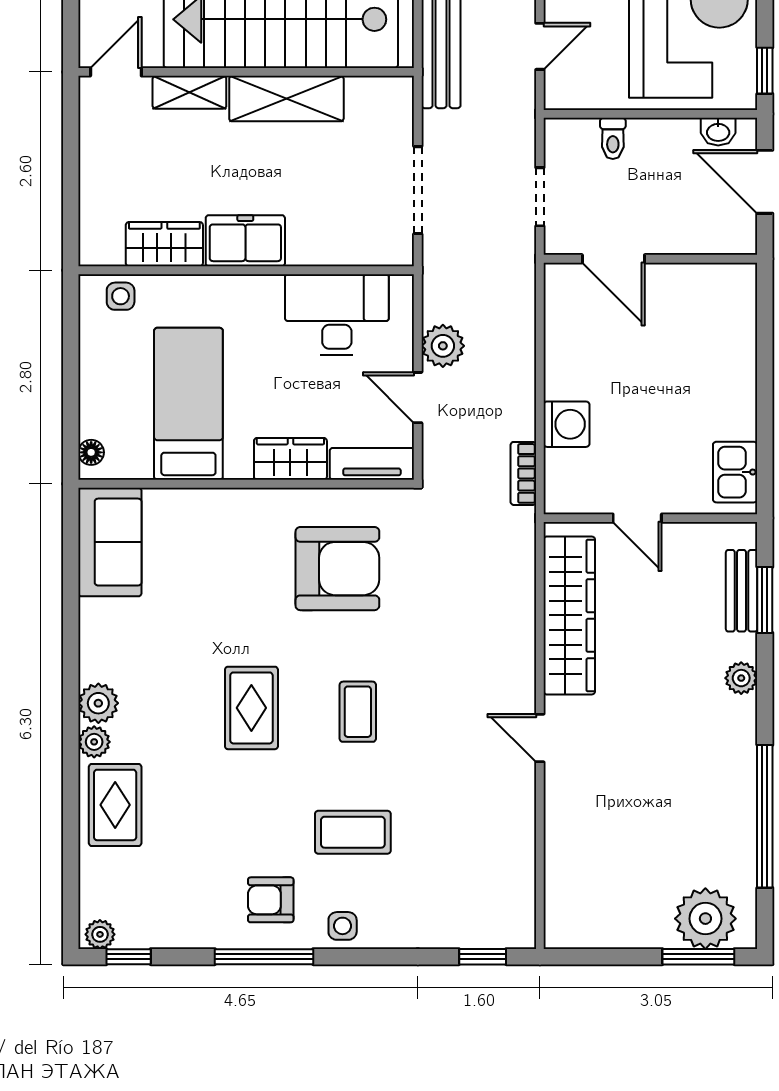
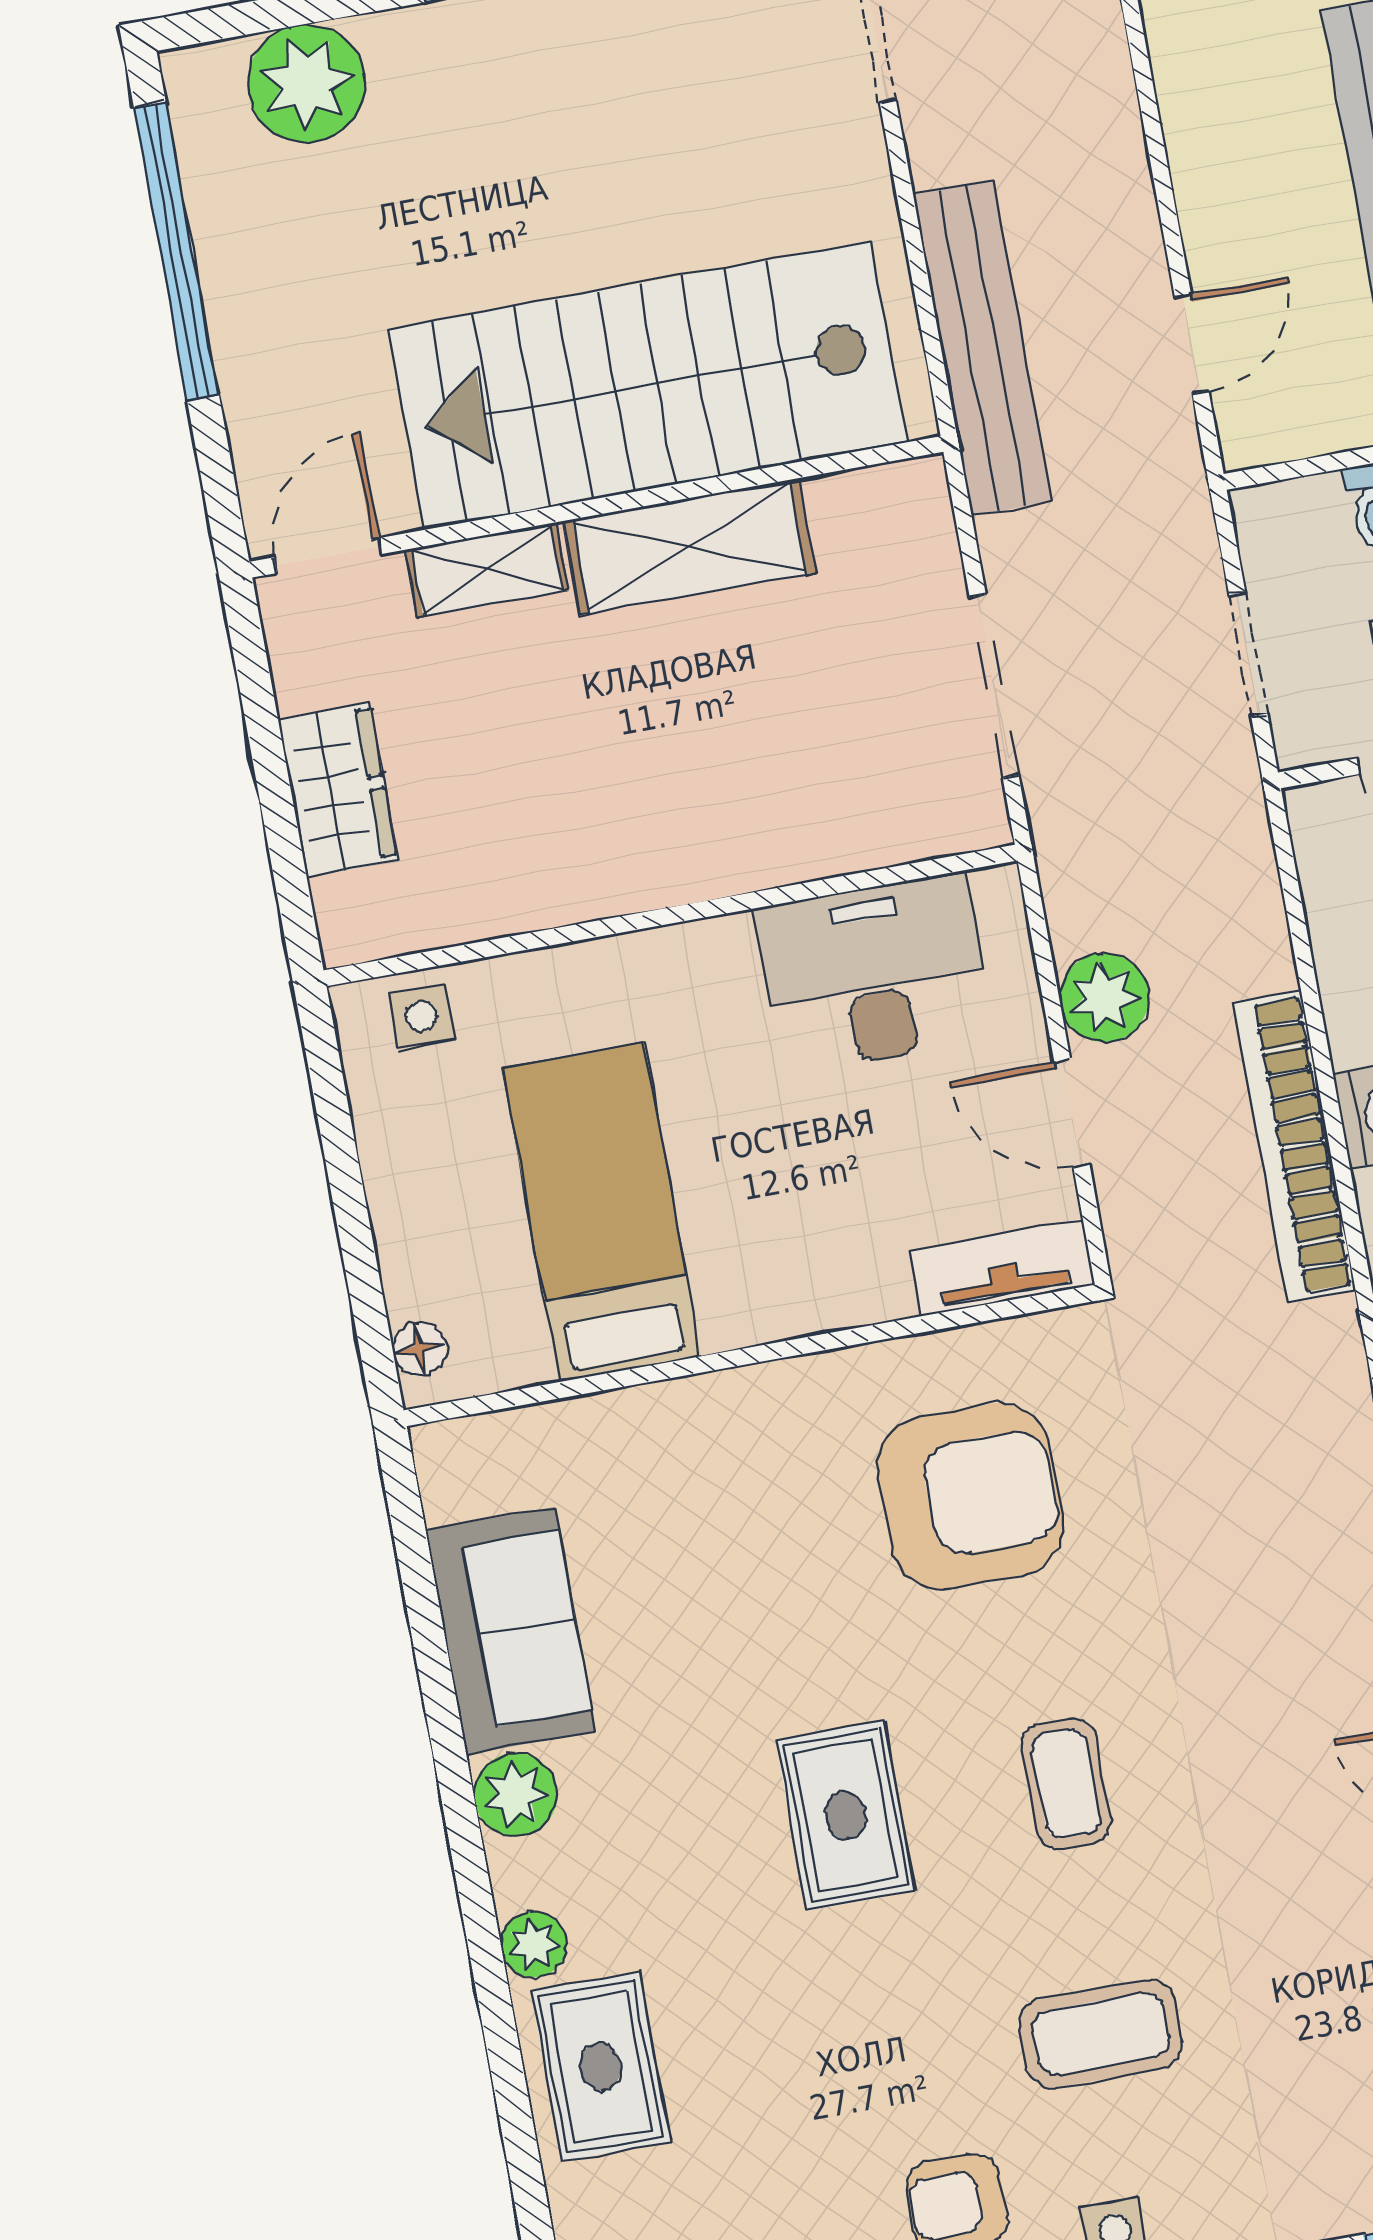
freezer: (245, 241) -> (658, 855), removed
wardrobe: (164, 244) -> (338, 790), moved, turned 90
wardrobe: (290, 459) -> (832, 1288), removed
bookcase: (523, 473) -> (1294, 1146), width x2.31, depth x1.31
sofa: (110, 542) -> (510, 1631), moved
plant: (98, 703) -> (516, 1795), moved

